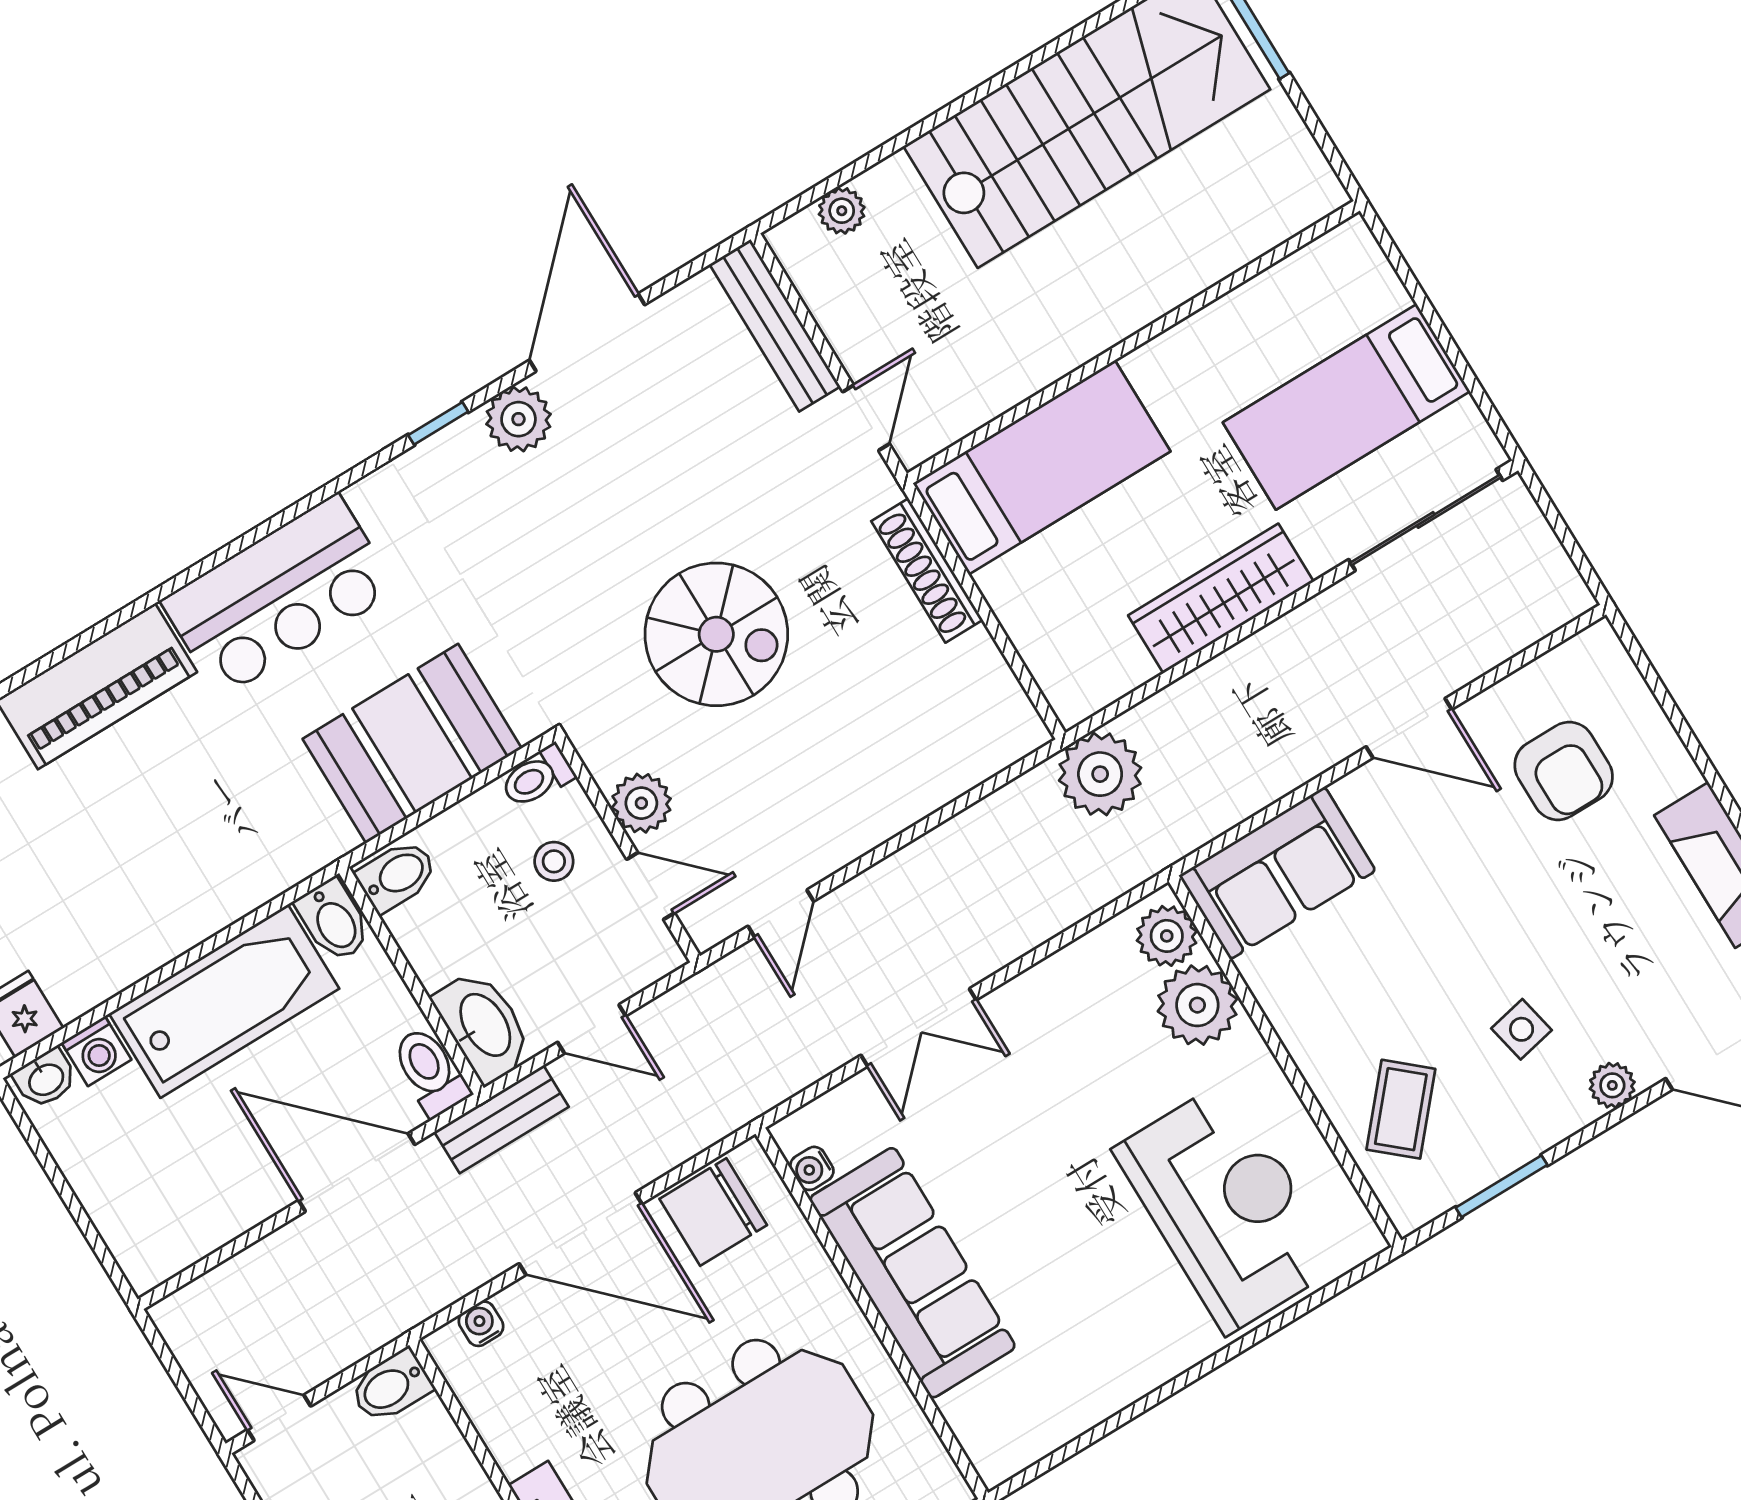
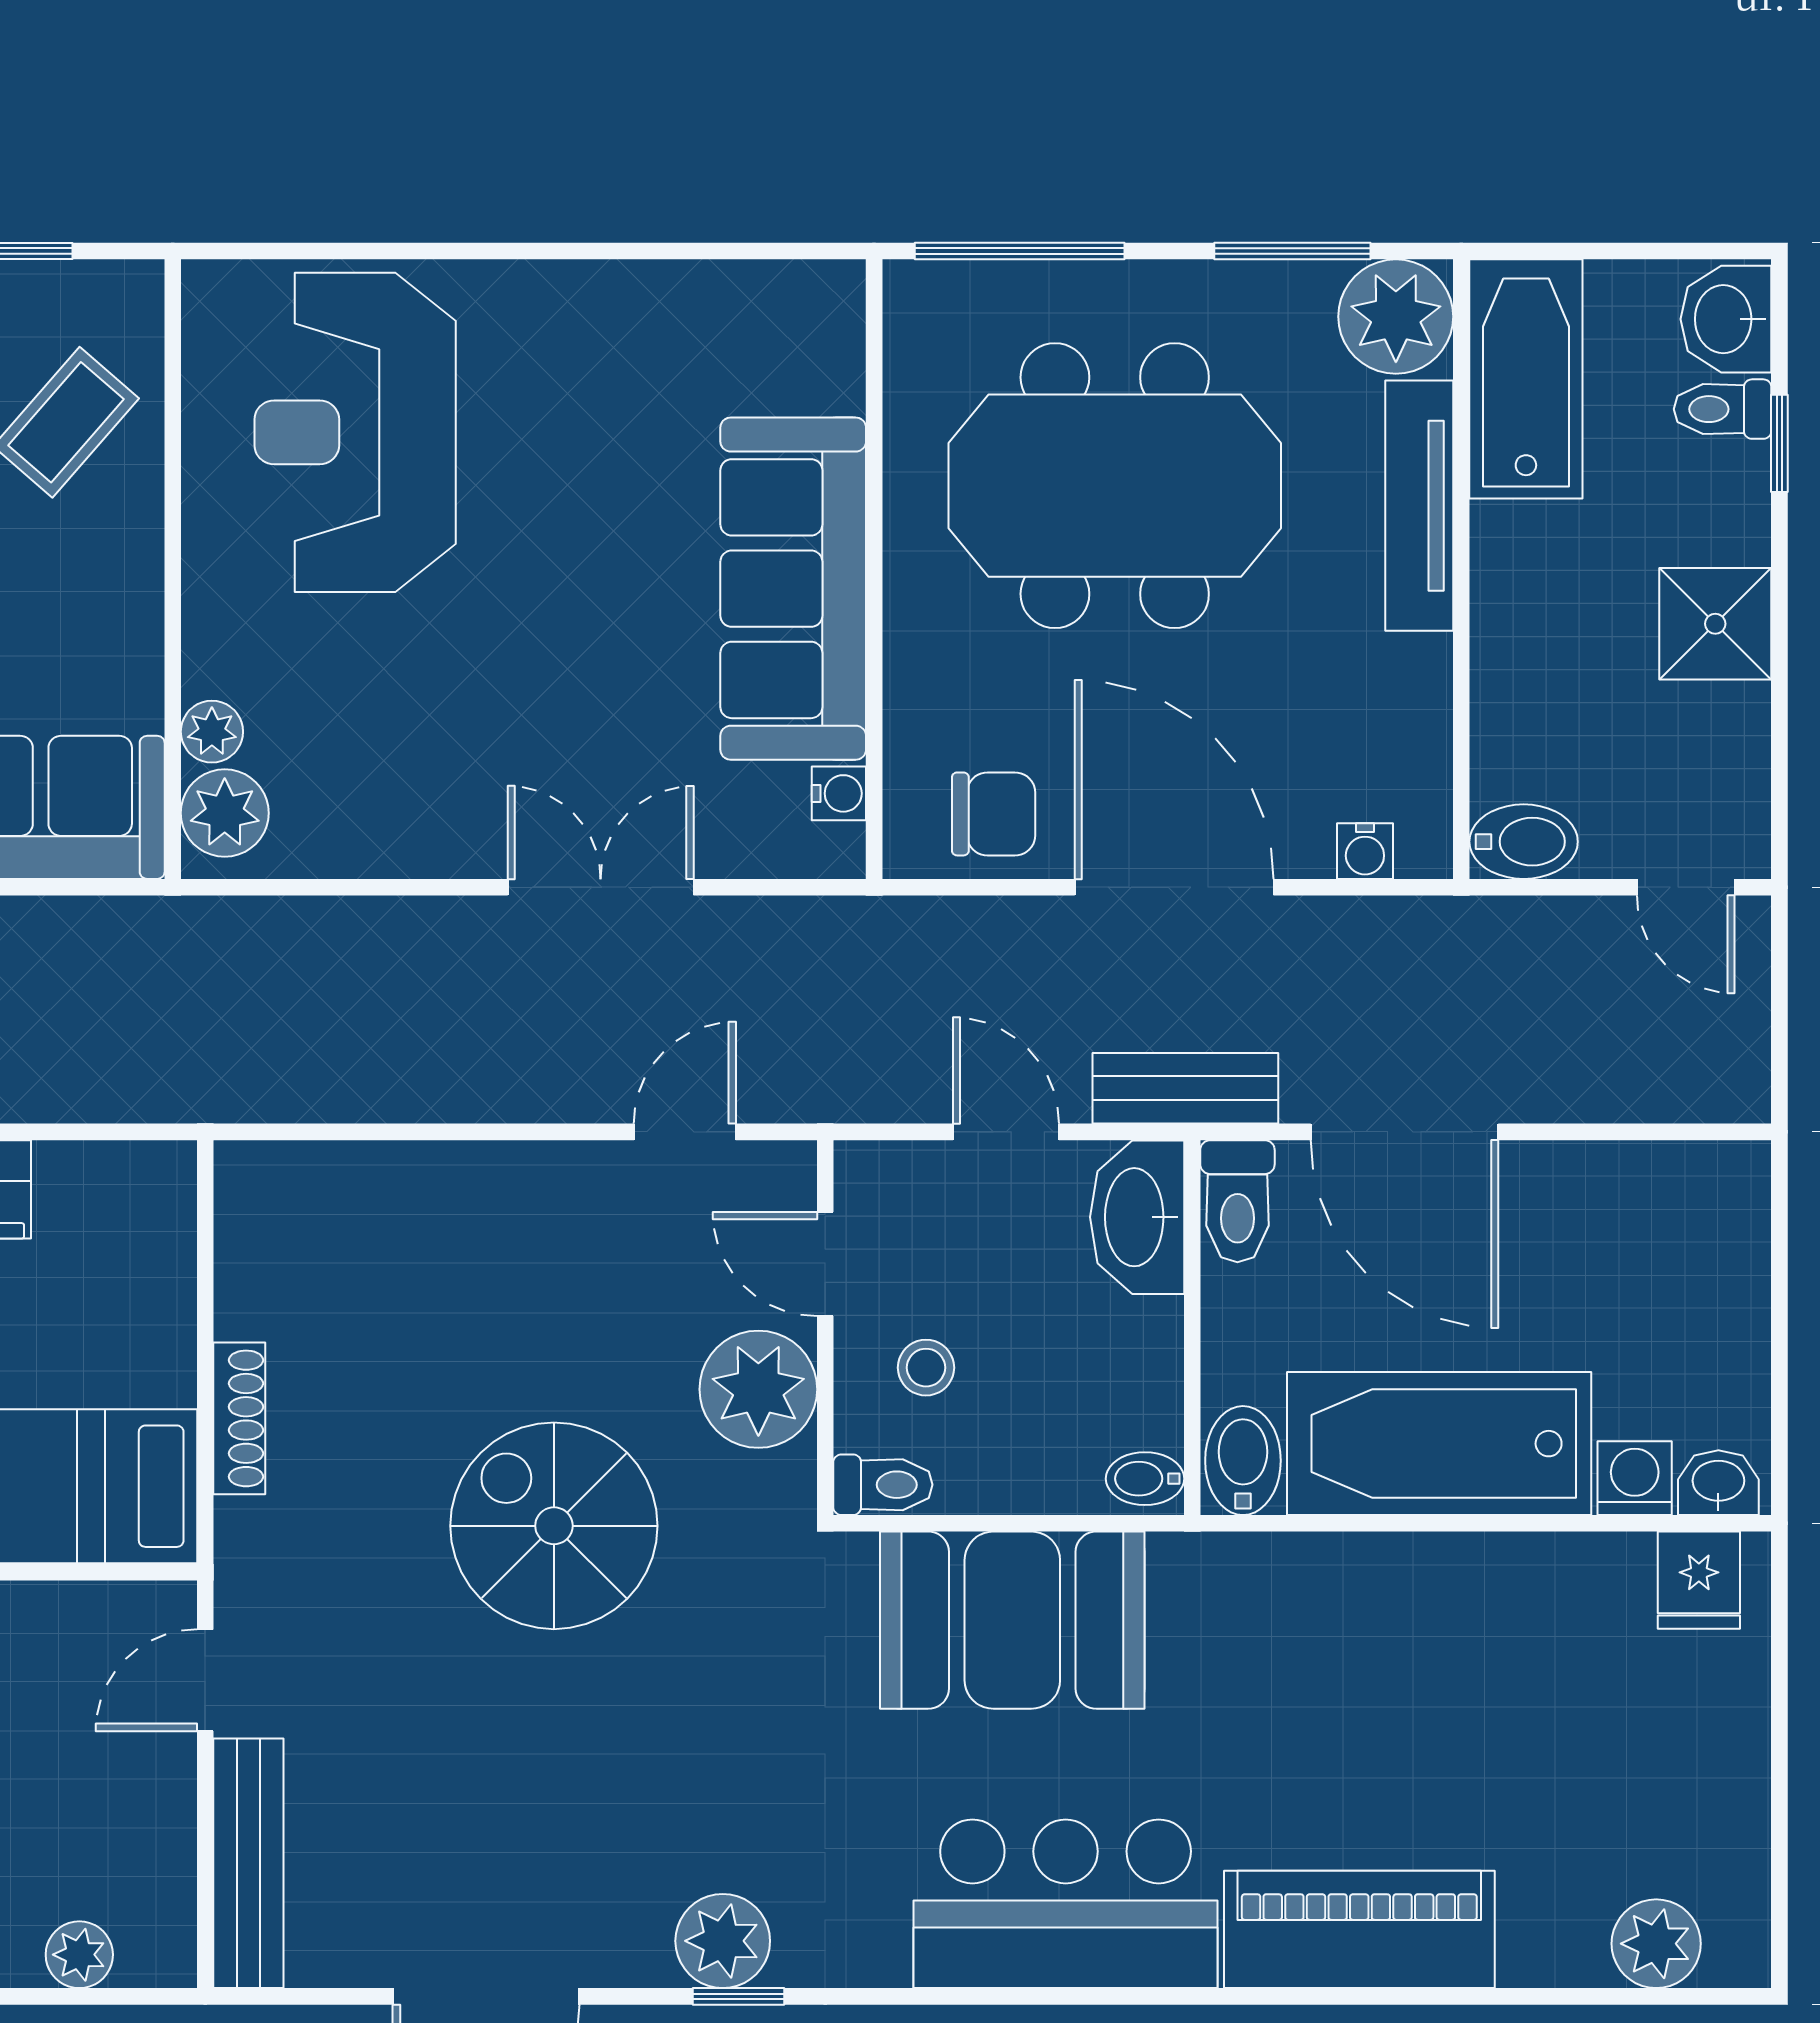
plant: (518, 419) -> (723, 1941), moved
shoe rack: (927, 570) -> (239, 1418), width x0.74, depth x0.81
plant: (1100, 774) -> (185, 1063), removed
plant: (641, 803) -> (758, 1389), width x1.36, depth x1.36
bidet: (397, 876) -> (1145, 1479), width x0.72, depth x0.74
plant: (1197, 1005) -> (212, 732), width x0.53, depth x0.53
chair: (713, 1212) -> (994, 814), width x0.73, depth x0.73

